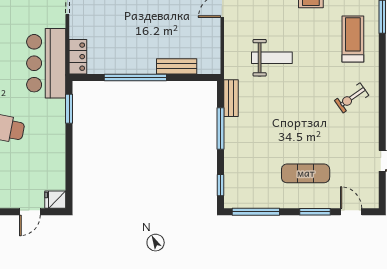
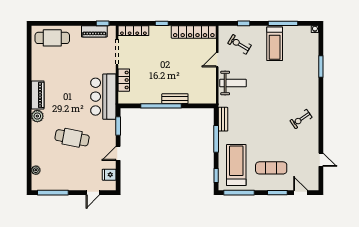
treadmill: (353, 39) -> (236, 165), moved, width x1.37, depth x1.38
locker: (78, 57) -> (124, 80), moved
weight bench: (272, 58) -> (233, 83), moved
bench: (177, 66) -> (175, 99), moved
door: (69, 151) -> (118, 153), added
fridge: (55, 200) -> (109, 175), moved

